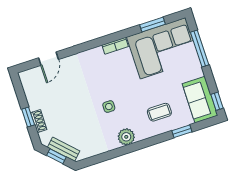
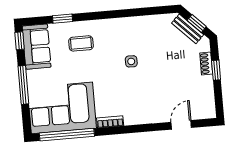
window: (152, 24) -> (67, 135), width x2.11
window: (200, 48) -> (23, 85), moved
plant: (126, 137) -> (121, 26), removed

